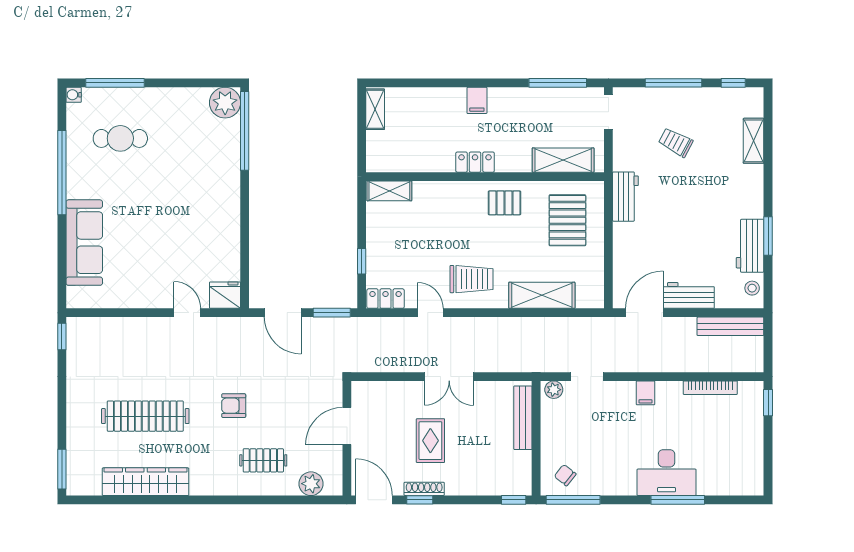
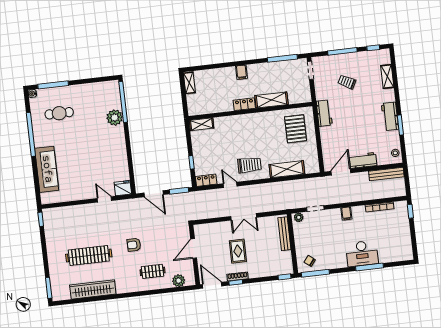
plant: (225, 103) -> (115, 118), moved
shelving: (563, 160) -> (271, 100), moved
pallet: (504, 203) -> (262, 124), removed
workbench: (750, 246) -> (390, 116), moved

